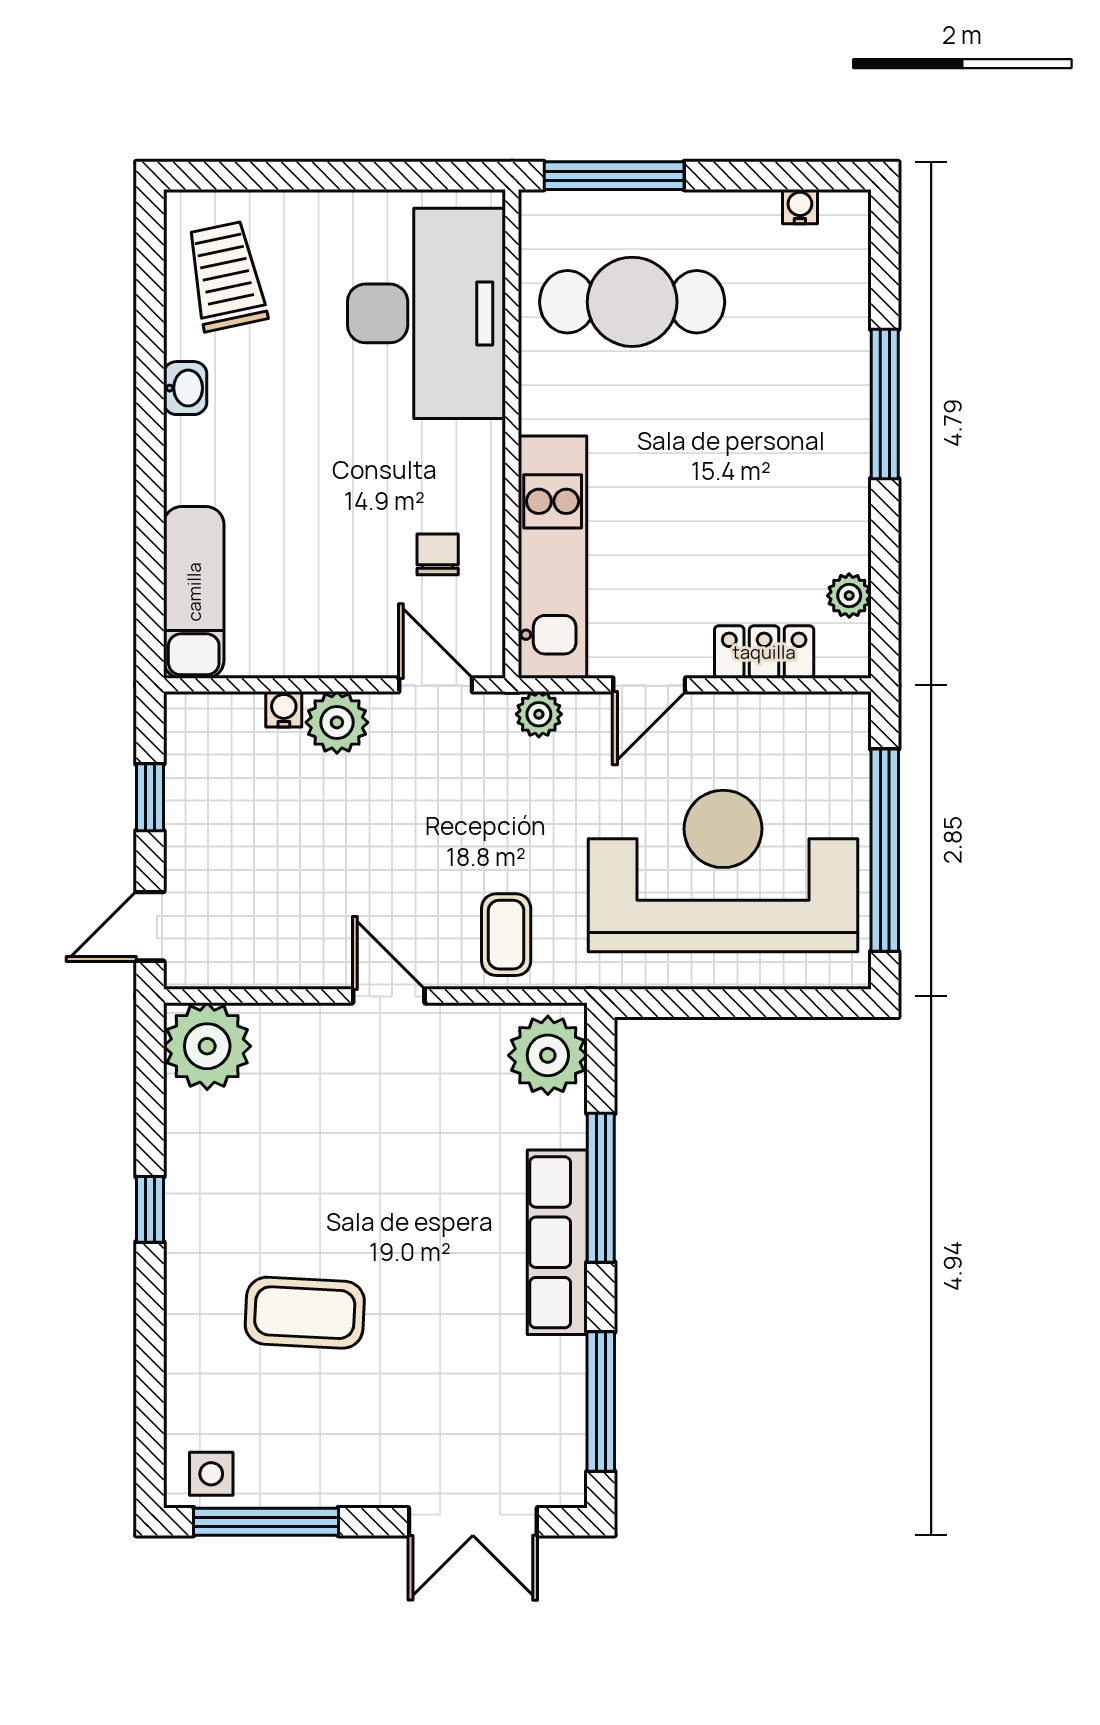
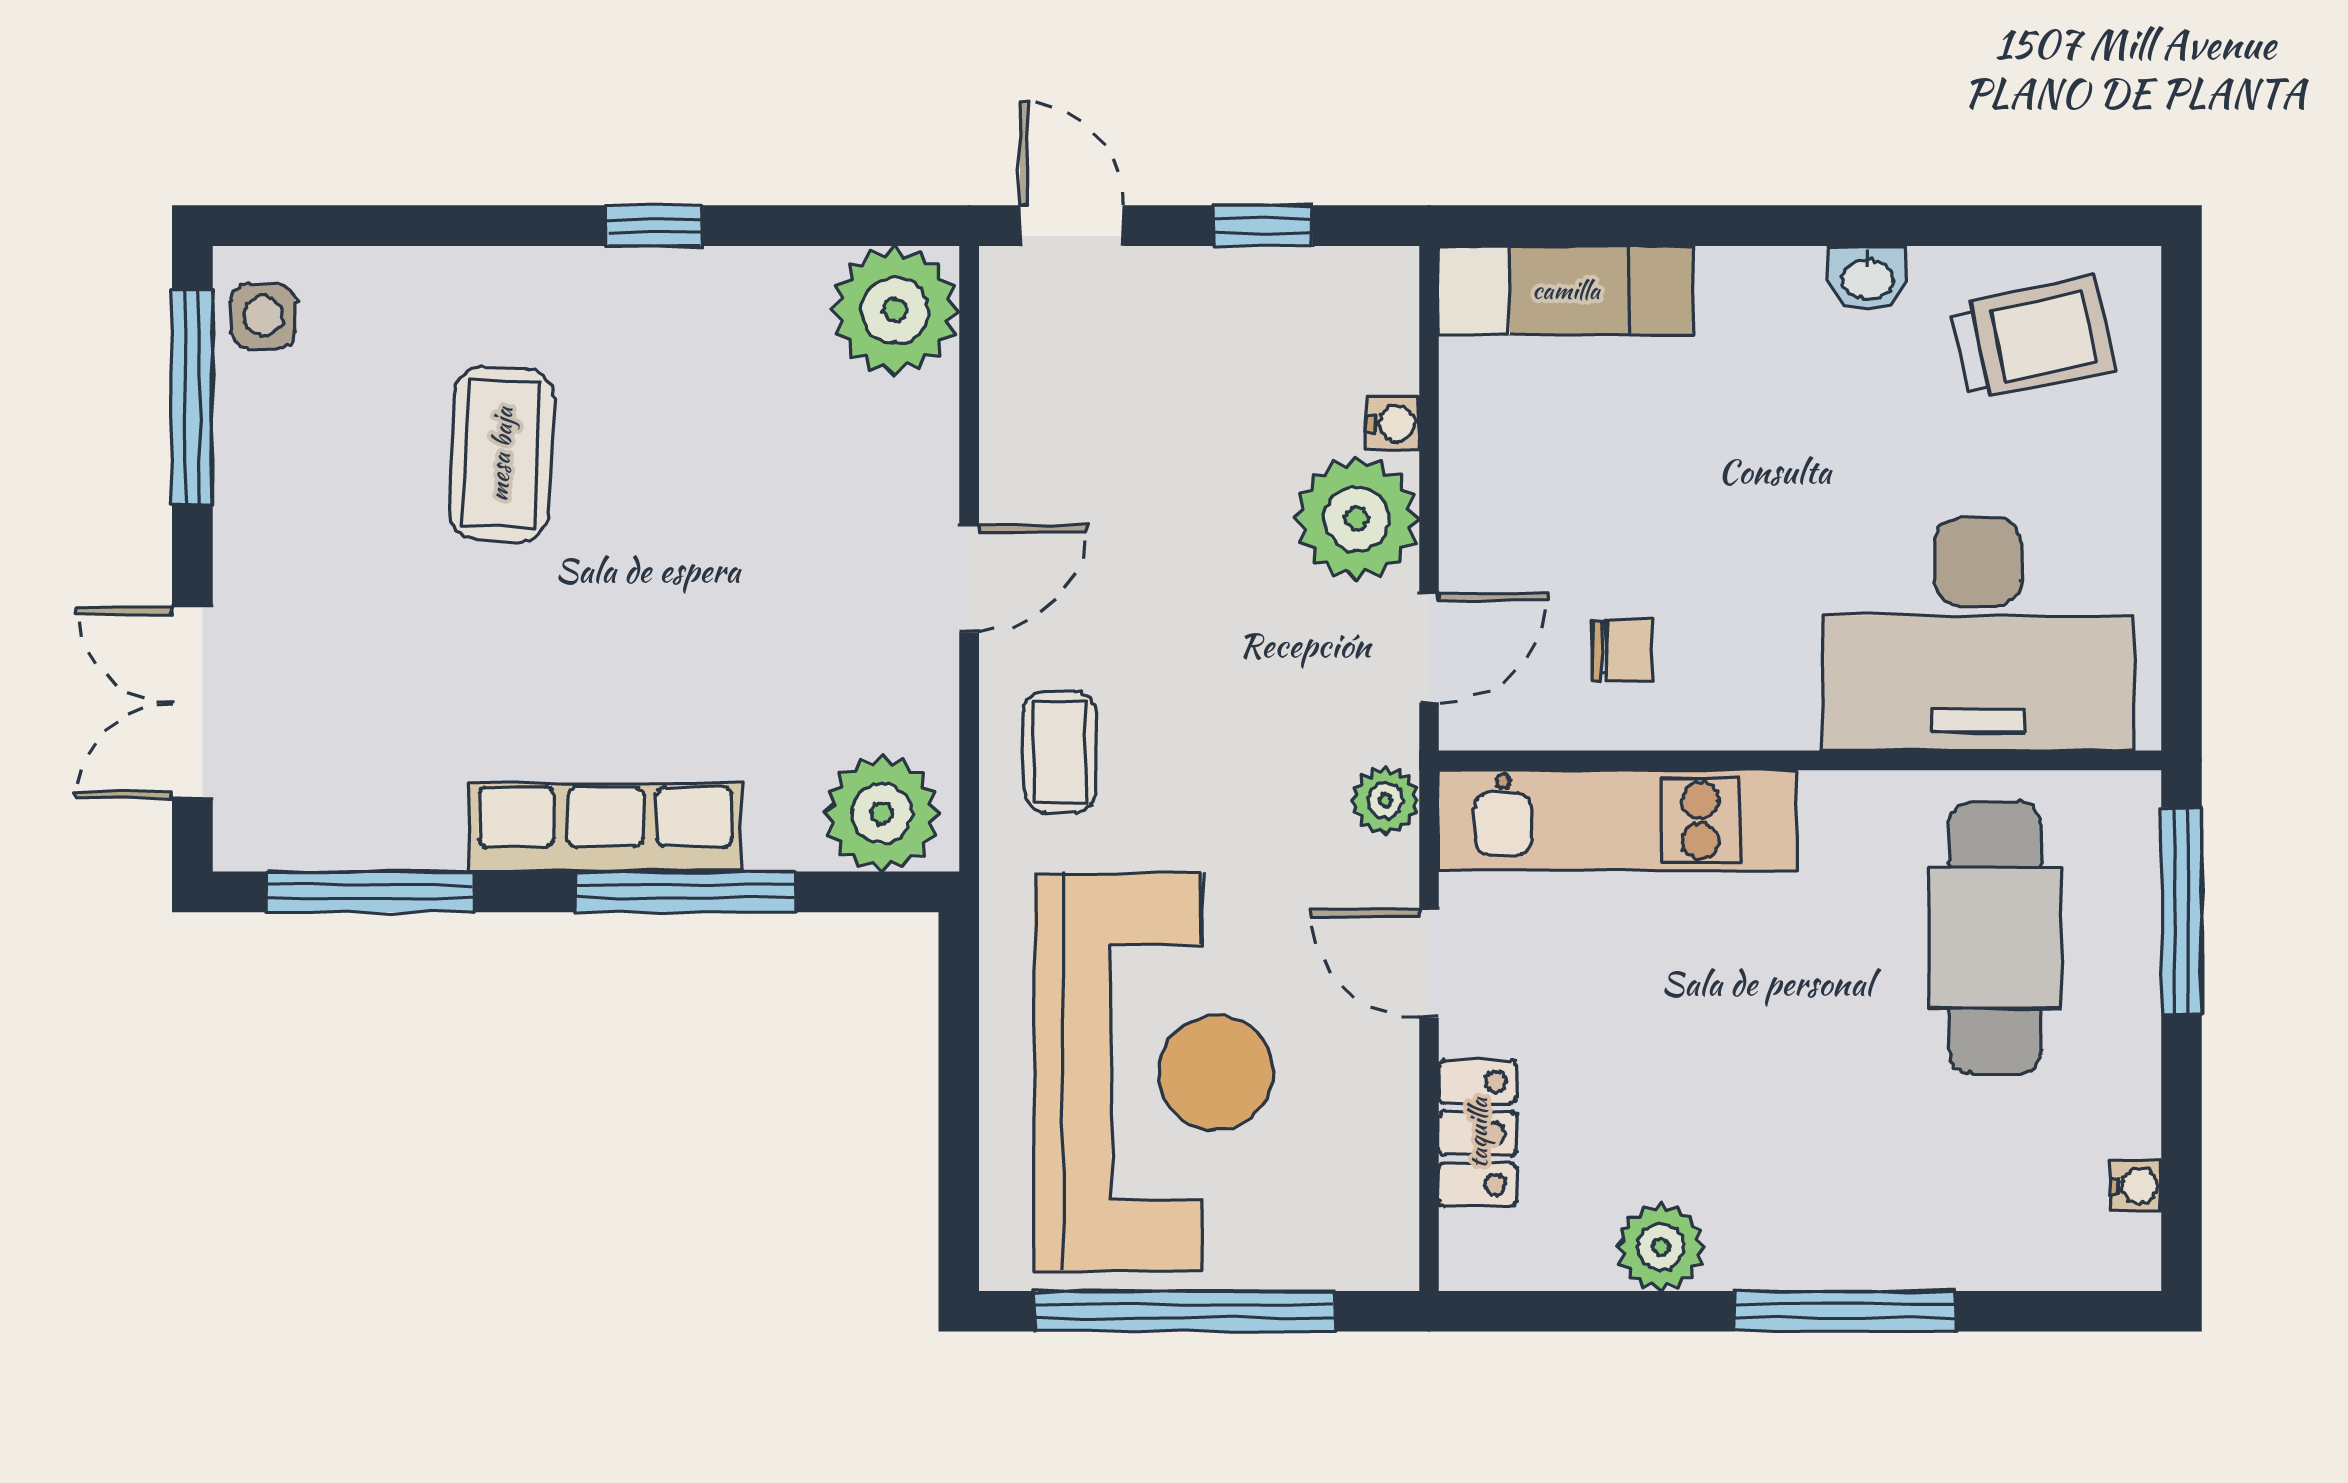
plant: (849, 596) -> (1661, 1247), moved, width x1.38, depth x1.38
plant: (337, 722) -> (1357, 519), width x1.36, depth x1.36
coffee table: (506, 935) -> (1060, 752), turned 90

